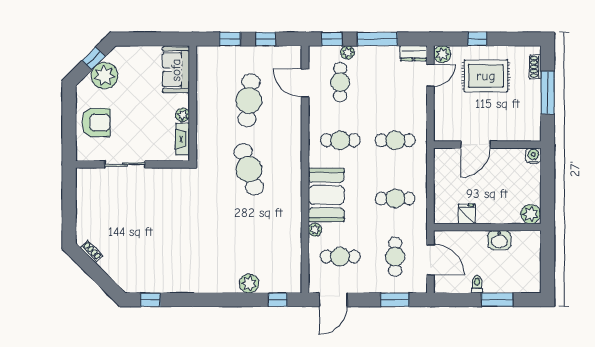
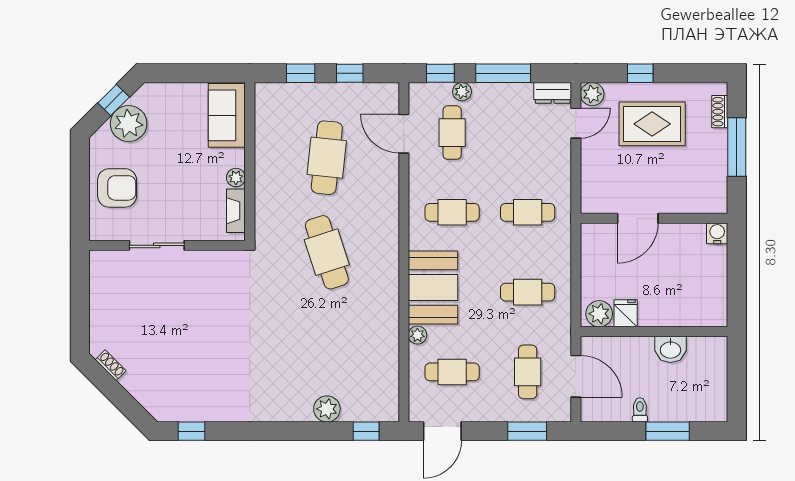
plant: (531, 214) -> (599, 314), moved

